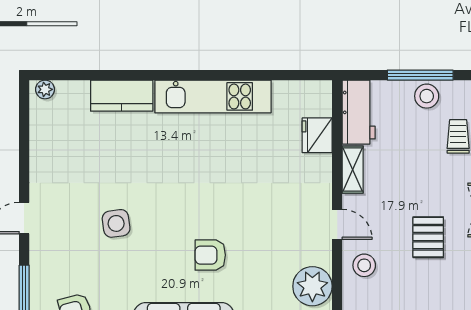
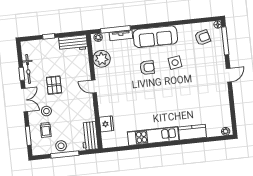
shelving: (353, 170) -> (90, 111), removed
side table: (116, 223) -> (175, 63), moved
stool: (364, 265) -> (46, 111), moved

